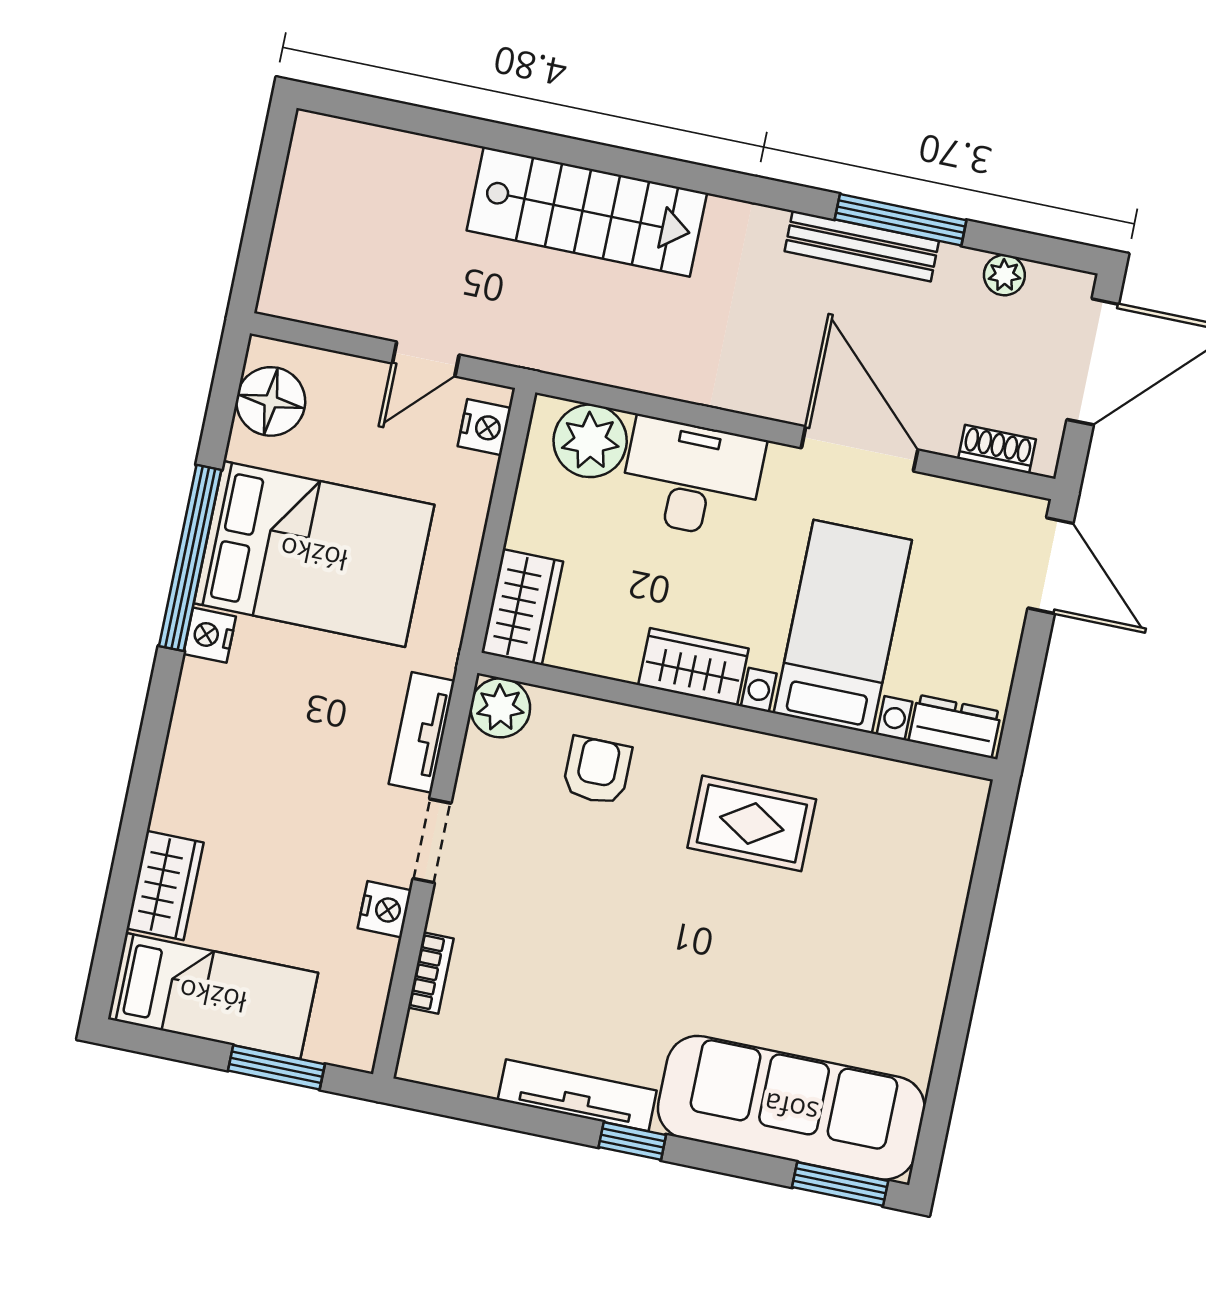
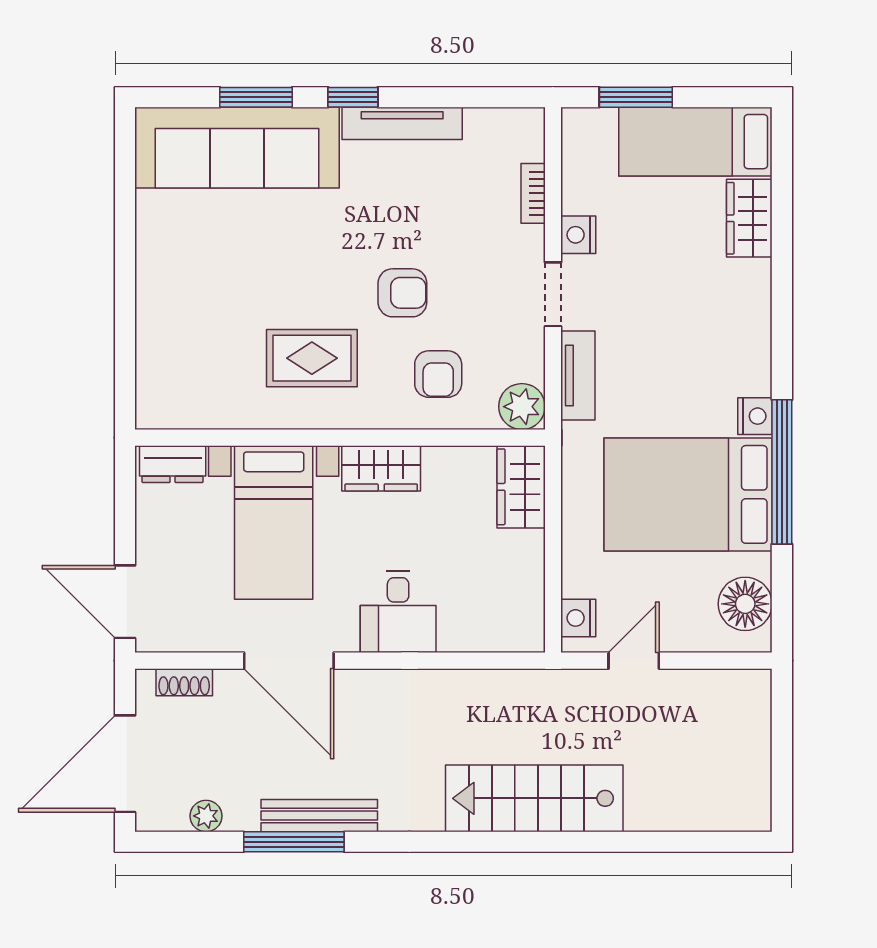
plant: (590, 441) -> (496, 624), removed
desk: (692, 478) -> (398, 612), width x0.73
armchair: (621, 882) -> (402, 293), added
window: (840, 1184) -> (256, 97), moved

